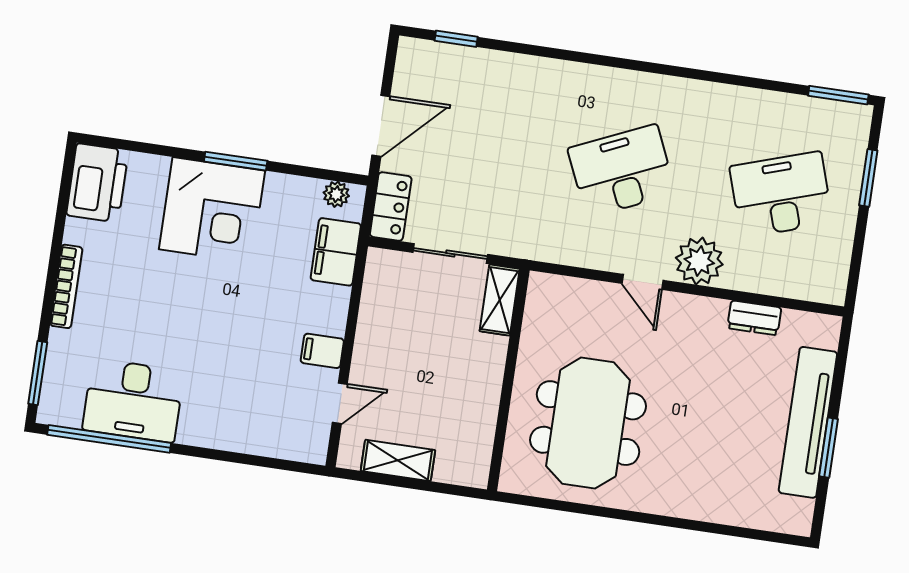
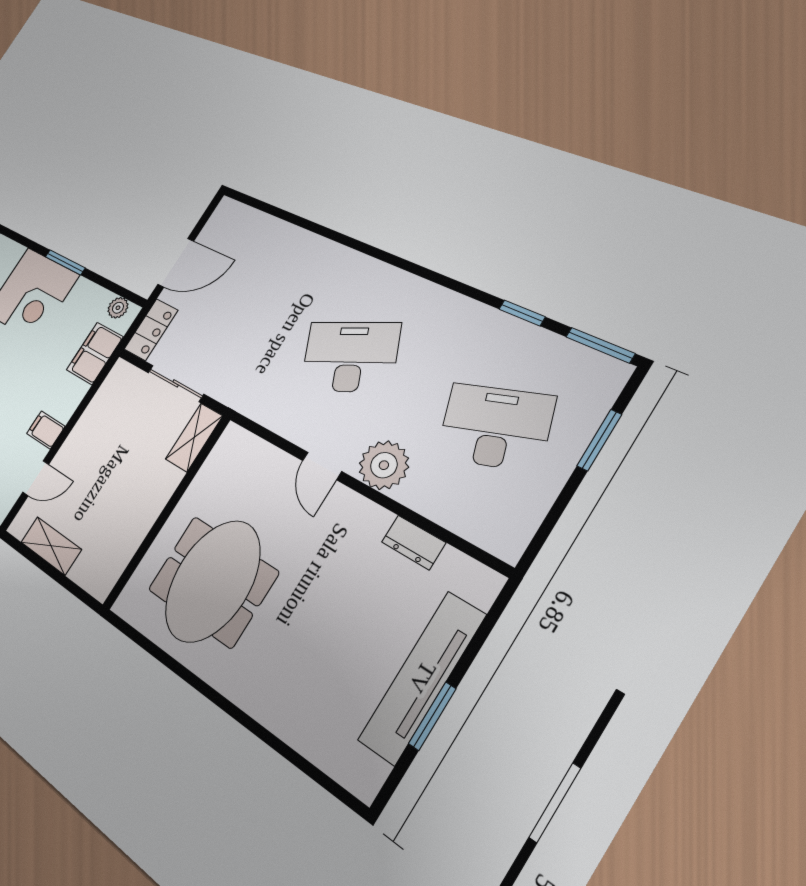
window: (456, 39) -> (522, 313), moved

